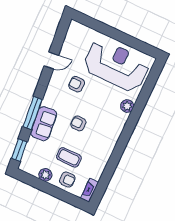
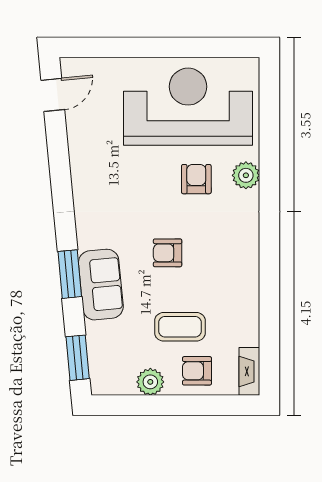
door: (51, 60) -> (53, 95), moved
armchair: (77, 84) -> (196, 179), moved, turned 90
window: (33, 113) -> (70, 274), width x0.69
armchair: (67, 179) -> (197, 371), turned 180

